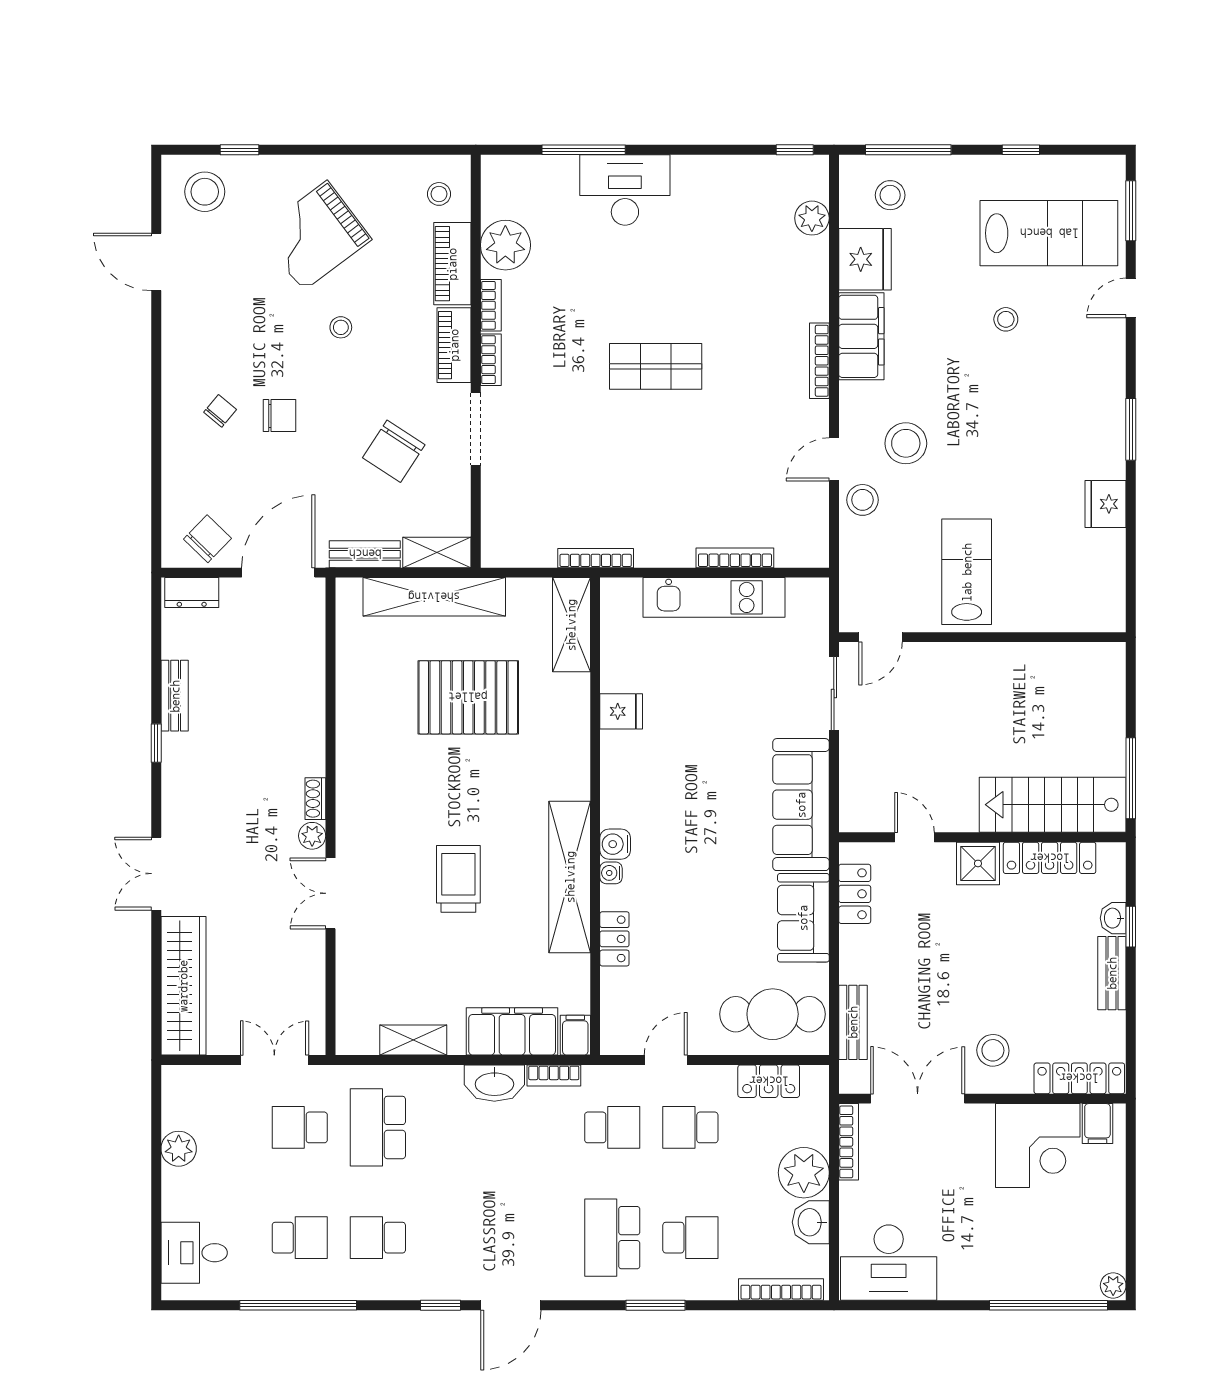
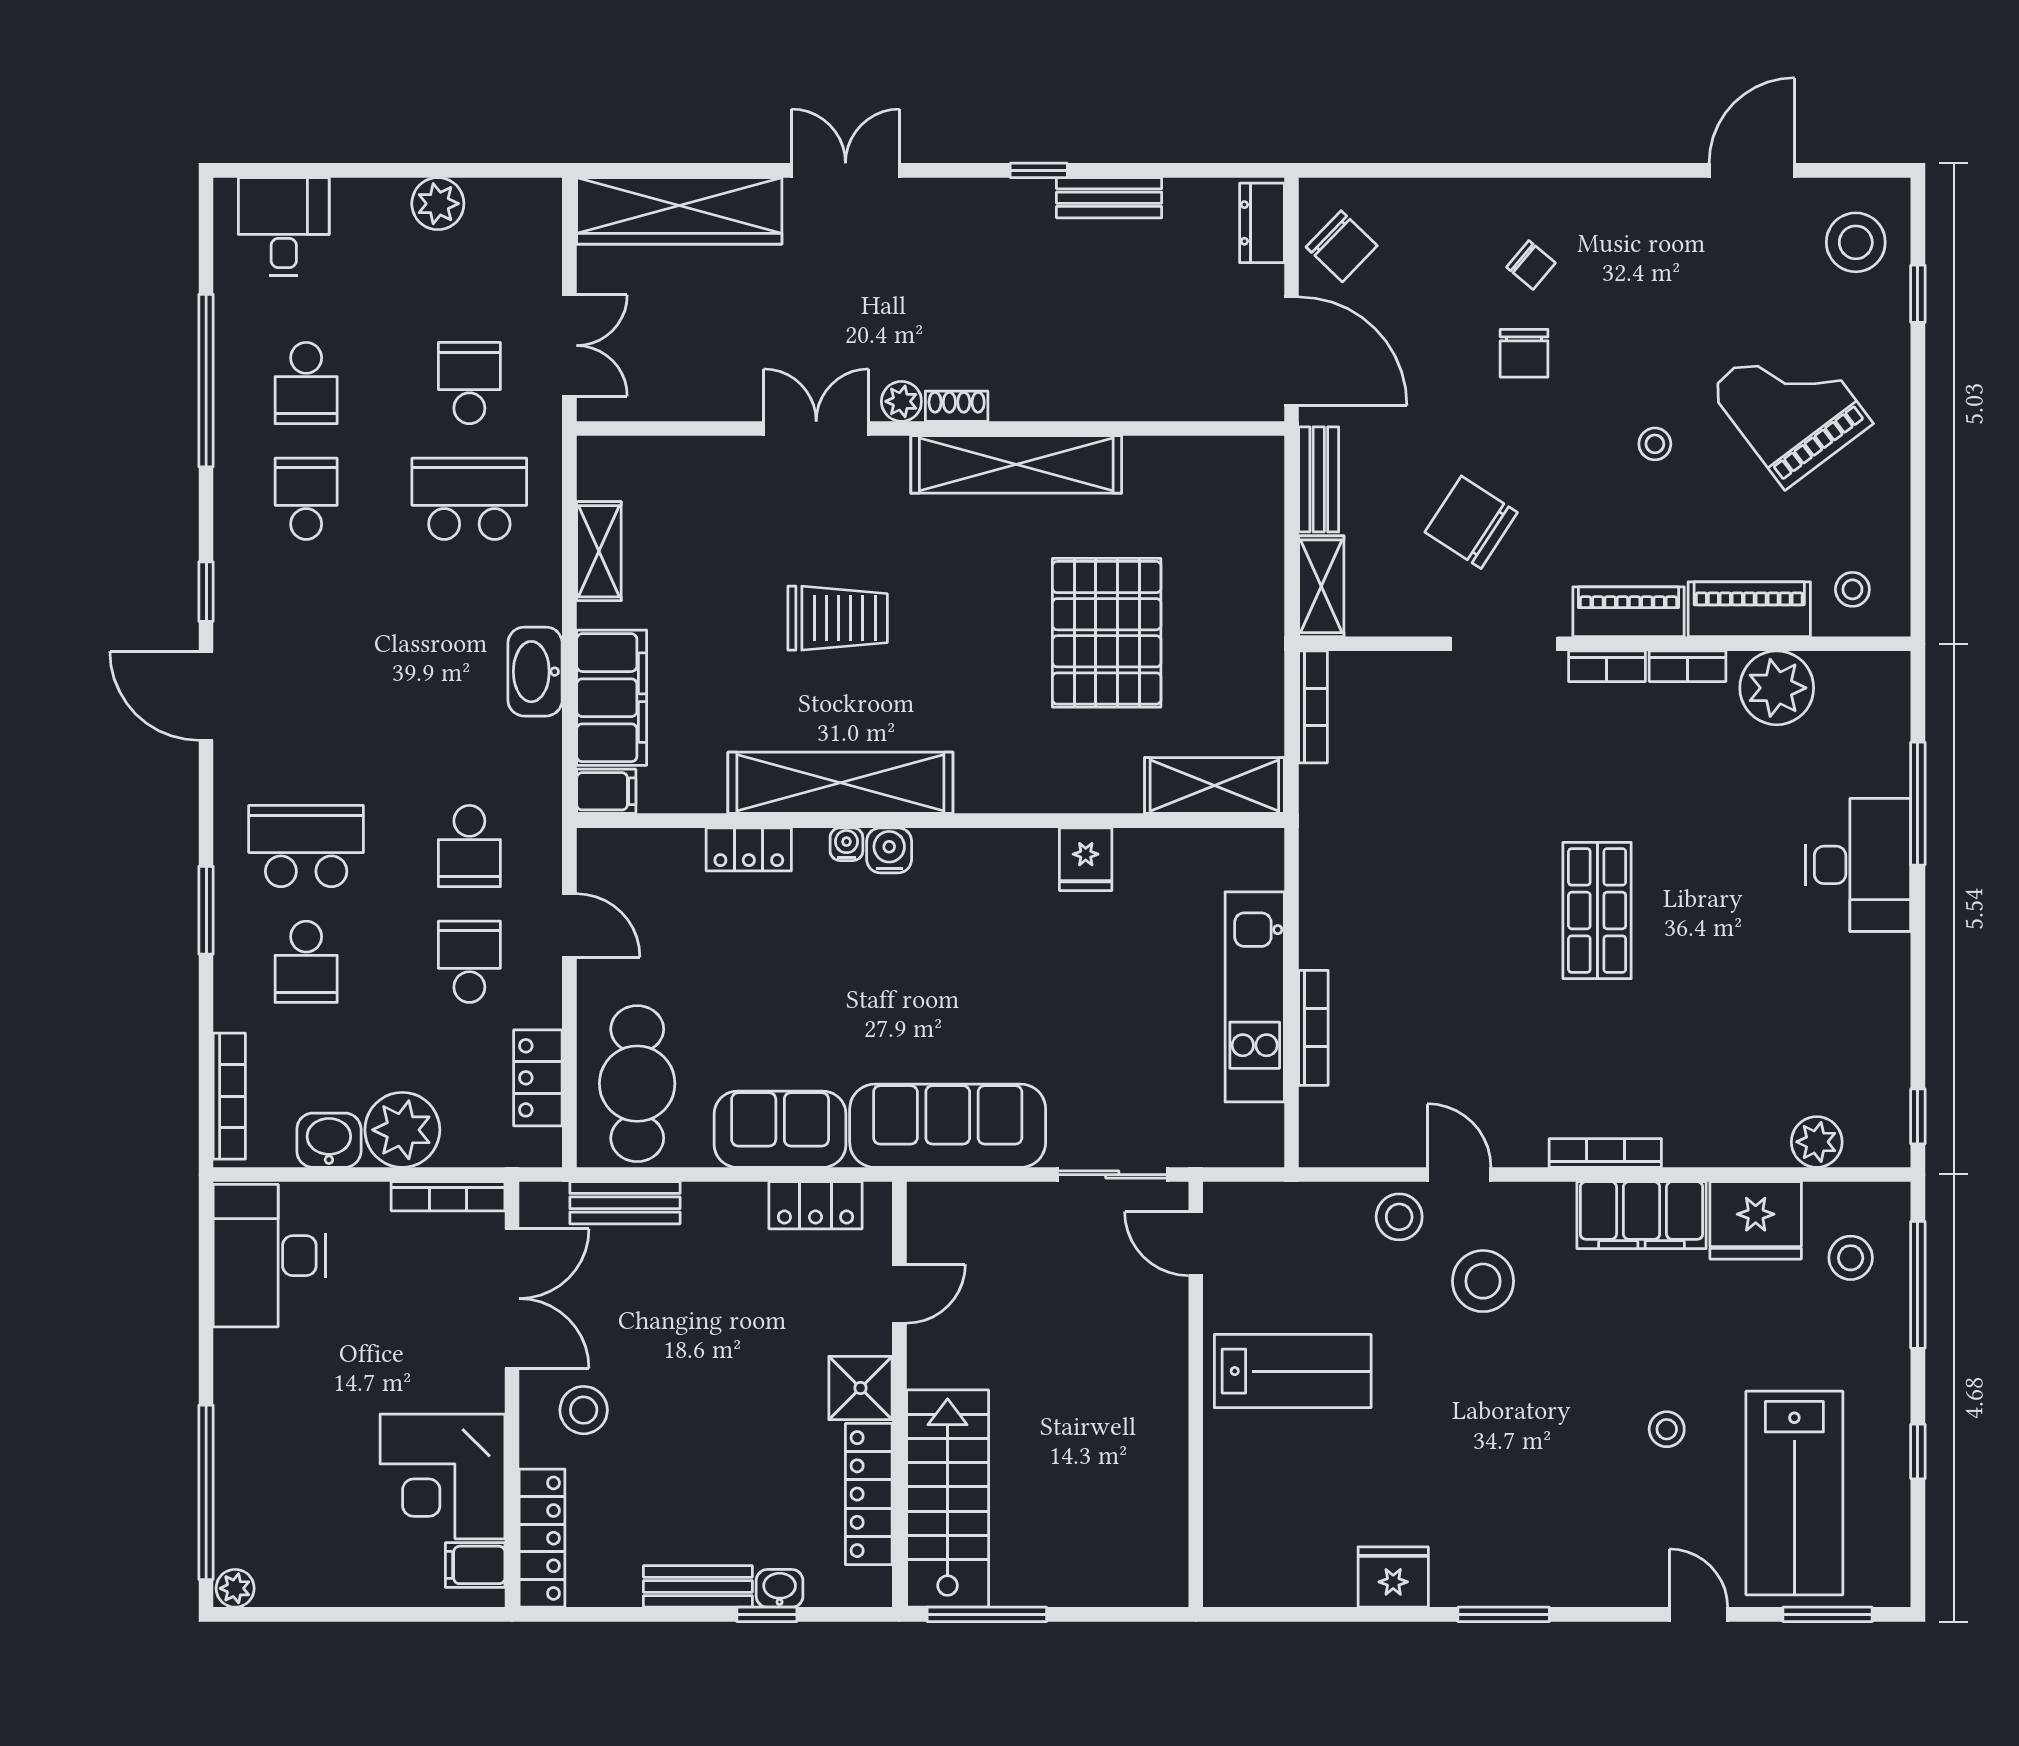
bookcase: (596, 558) -> (1313, 707), moved
shelving: (434, 597) -> (1016, 464), moved, turned 90
bookcase: (554, 1075) -> (546, 760), removed

